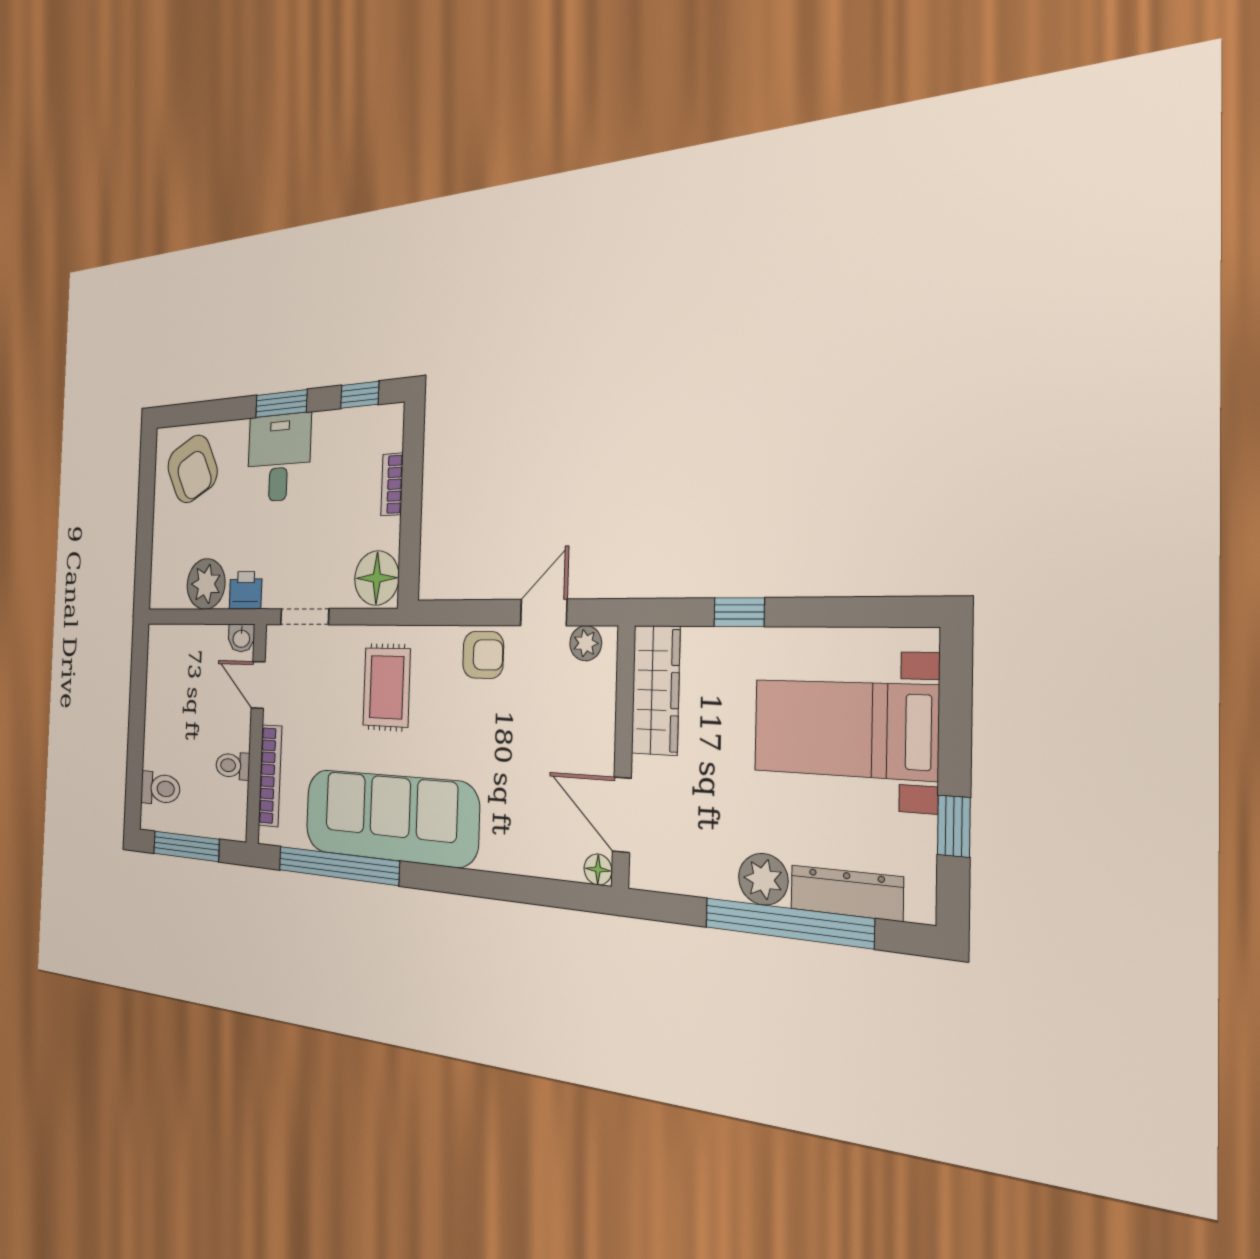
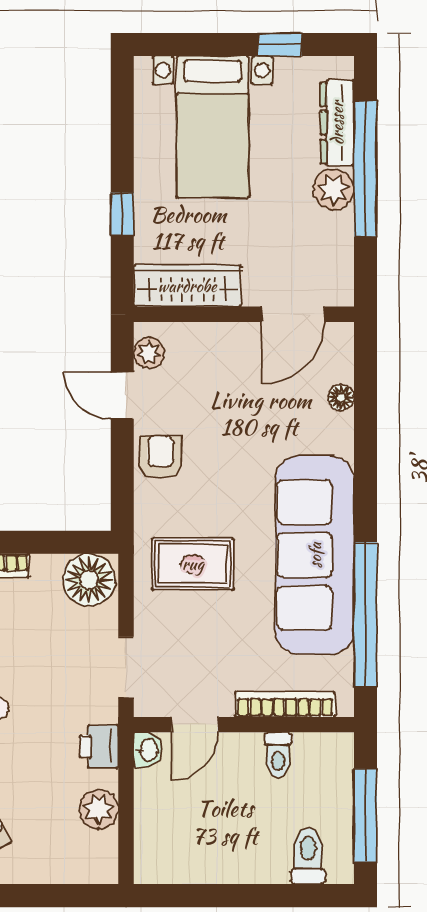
plant: (206, 584) -> (99, 809), width x0.73, depth x0.73
floor lamp: (598, 870) -> (341, 398), moved

